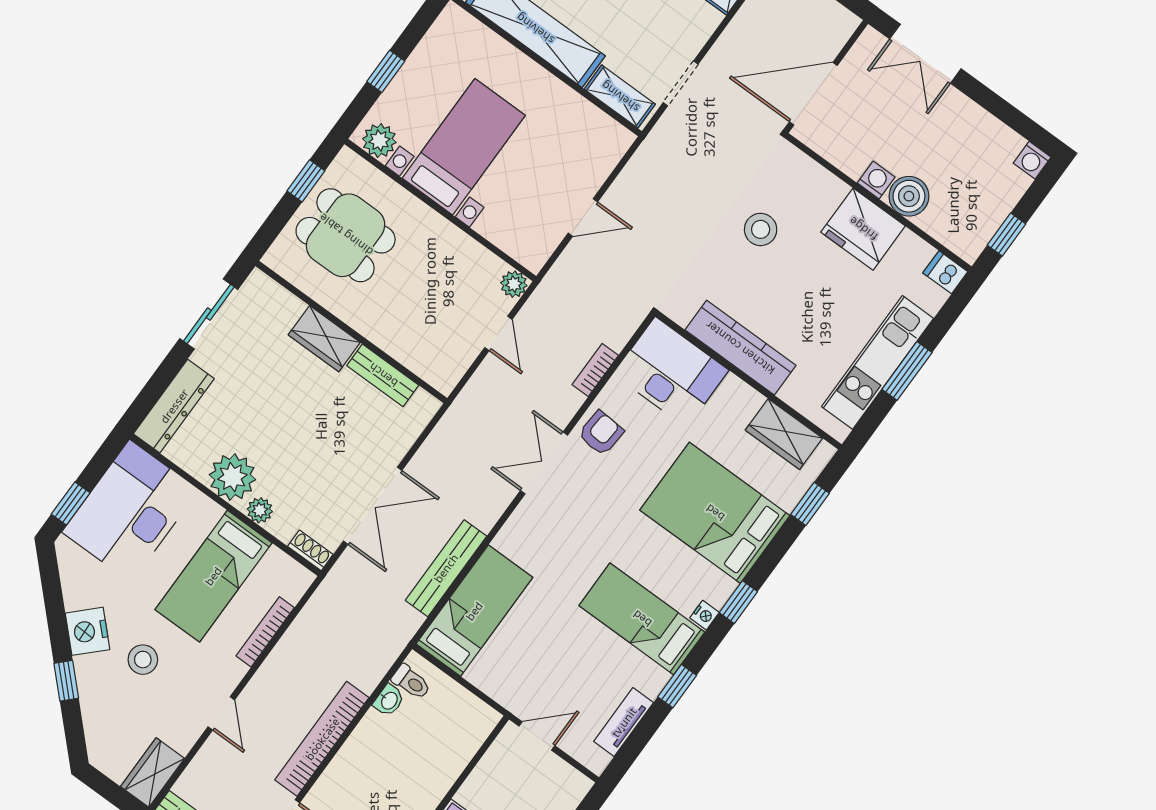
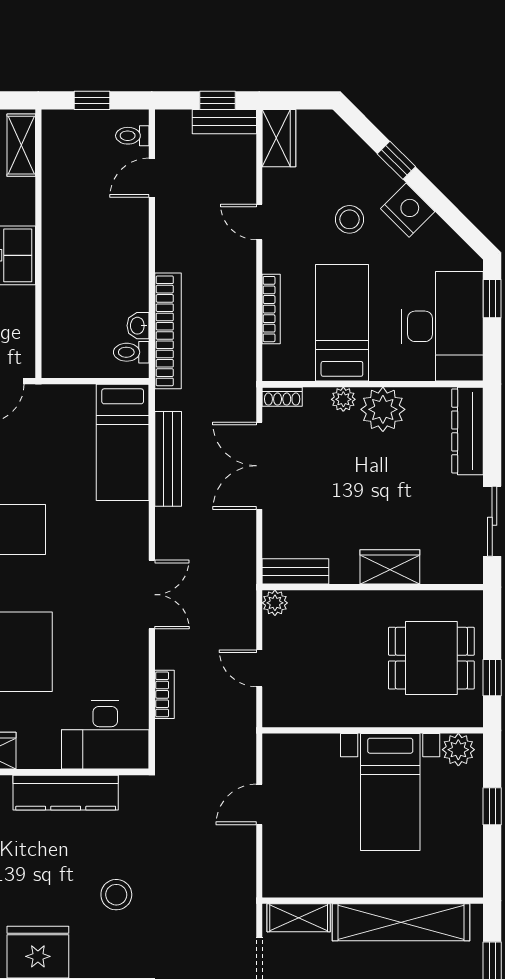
plant: (514, 284) -> (275, 603), moved
bench: (383, 375) -> (295, 571), moved
armchair: (601, 433) -> (125, 649), removed
bookcase: (322, 739) -> (168, 331), moved

